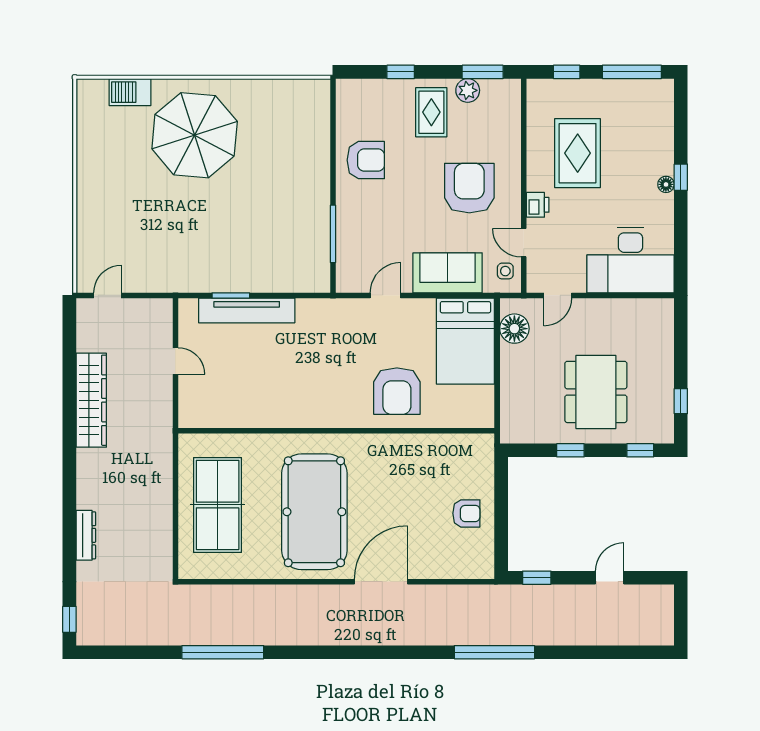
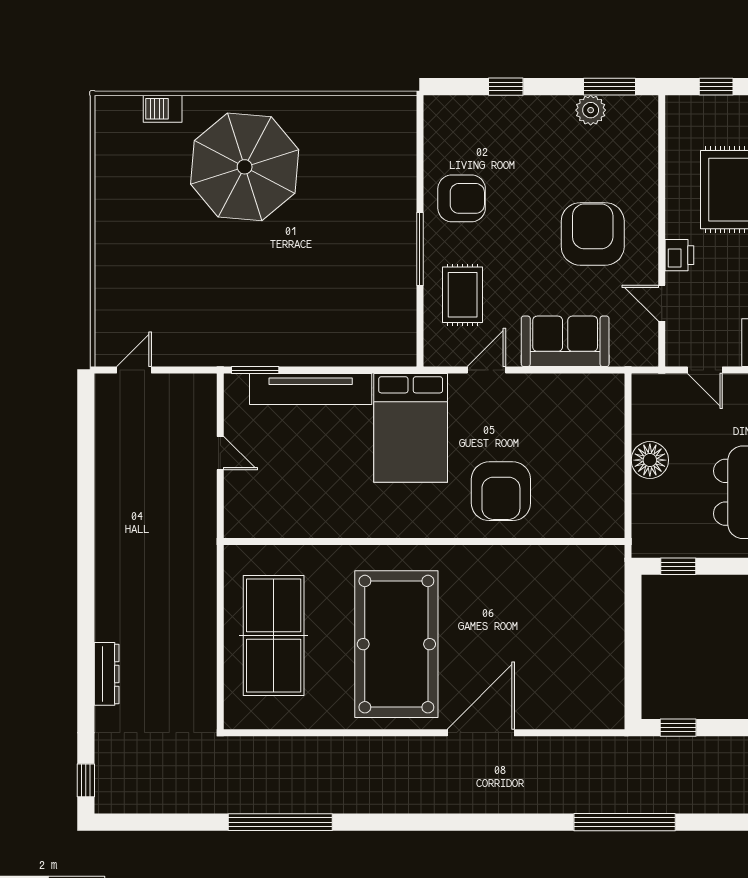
barbecue: (130, 92) -> (163, 109), width x0.73, depth x0.79
rug: (431, 112) -> (463, 295), moved
window: (333, 234) -> (420, 249), moved
side table: (505, 271) -> (638, 339), removed
window: (231, 295) -> (255, 370), moved
door: (558, 295) -> (705, 370), hinge flipped
floor lamp: (514, 329) -> (650, 460), moved
bed: (465, 341) -> (411, 428), moved
wardrobe: (91, 400) -> (114, 503), removed
window: (570, 450) -> (678, 566), moved
armchair: (466, 513) -> (589, 646), removed

